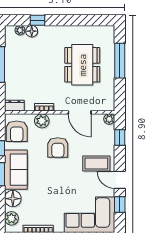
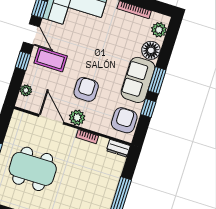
dining table: (82, 65) -> (33, 169), turned 90
plant: (109, 119) -> (26, 90), moved
plant: (42, 121) -> (77, 118), moved
window: (120, 138) -> (23, 61), moved

